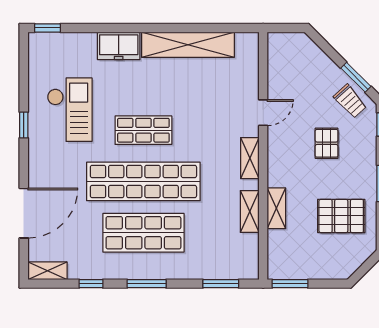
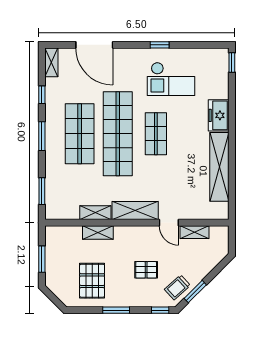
shelving: (276, 78) -> (195, 232), added
shelving: (250, 158) -> (135, 211), width x1.50, depth x1.33
window: (290, 284) -> (42, 259), moved

